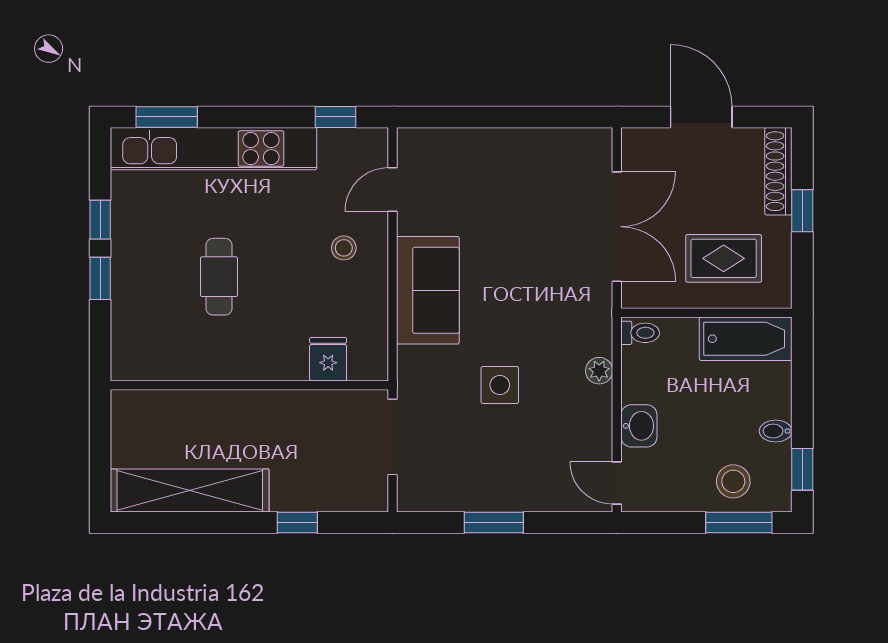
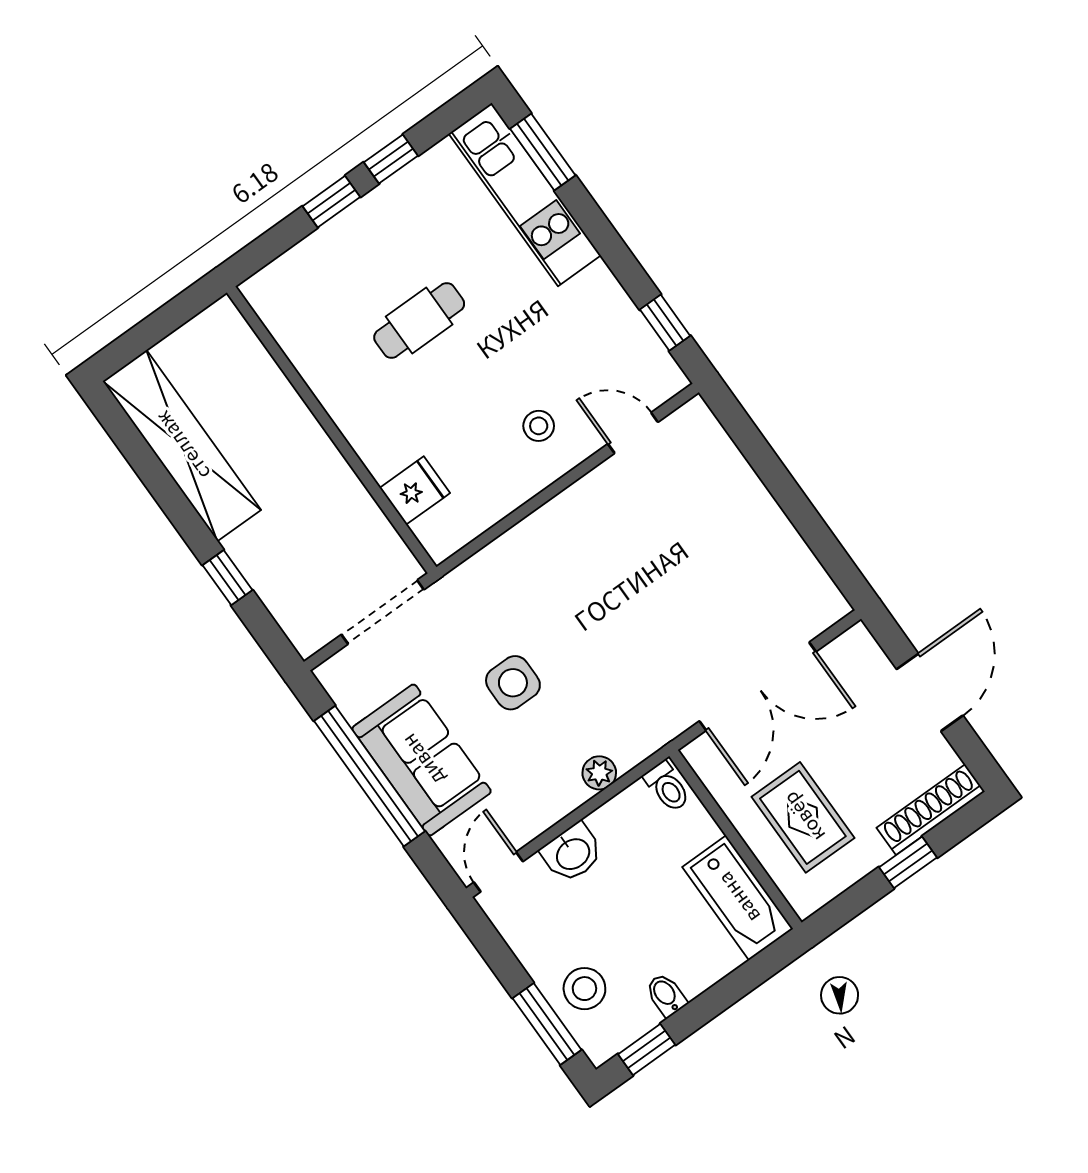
kitchen unit: (214, 149) -> (525, 194), width x0.73
sofa: (428, 290) -> (422, 760), moved, turned -90
window: (494, 522) -> (370, 776), width x2.11

